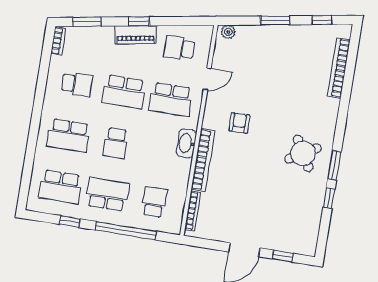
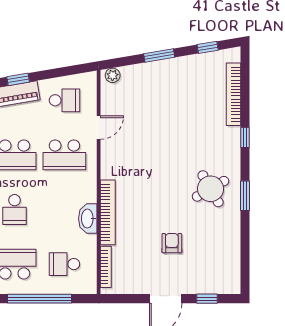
school desk: (179, 48) -> (64, 100), turned 180
armchair: (239, 123) -> (172, 243), moved
washbasin: (186, 143) -> (88, 219), moved
window: (329, 198) -> (245, 137), moved
school desk: (154, 202) -> (64, 264), turned -90

